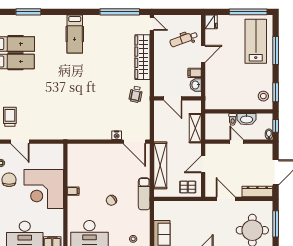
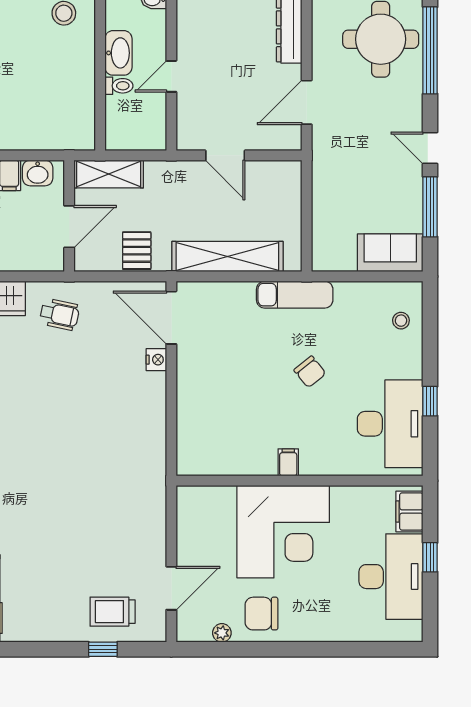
shelving: (195, 128) -> (109, 174), moved
door: (134, 142) -> (171, 318), swing flipped
pallet: (188, 187) -> (137, 251), moved

